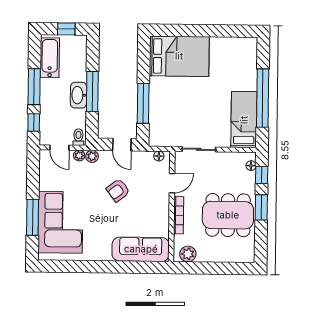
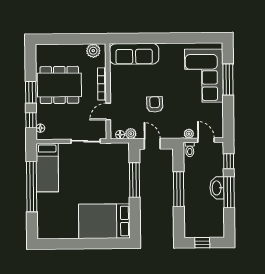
bathtub: (50, 58) -> (216, 217), removed
washbasin: (79, 95) -> (217, 188), moved, turned 180
plant: (92, 156) -> (131, 134), moved
armchair: (118, 190) -> (155, 104), turned -55

